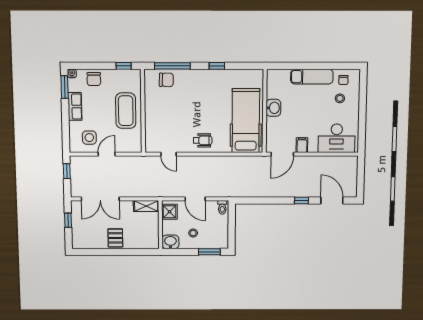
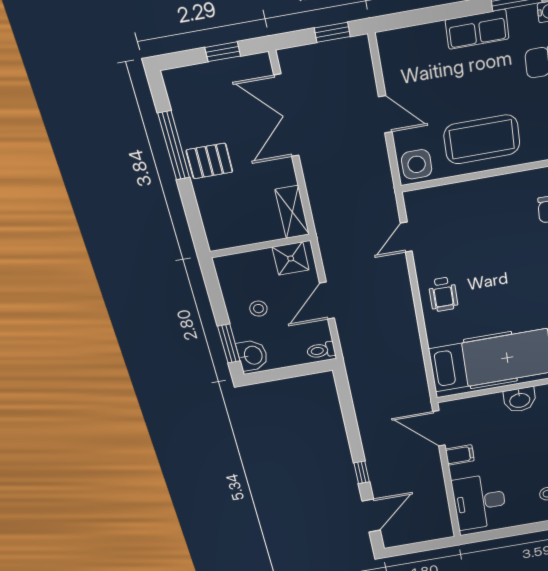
side table: (89, 138) -> (417, 164), moved
washbasin: (170, 242) -> (252, 355), moved
window: (106, 252) -> (174, 146), added

